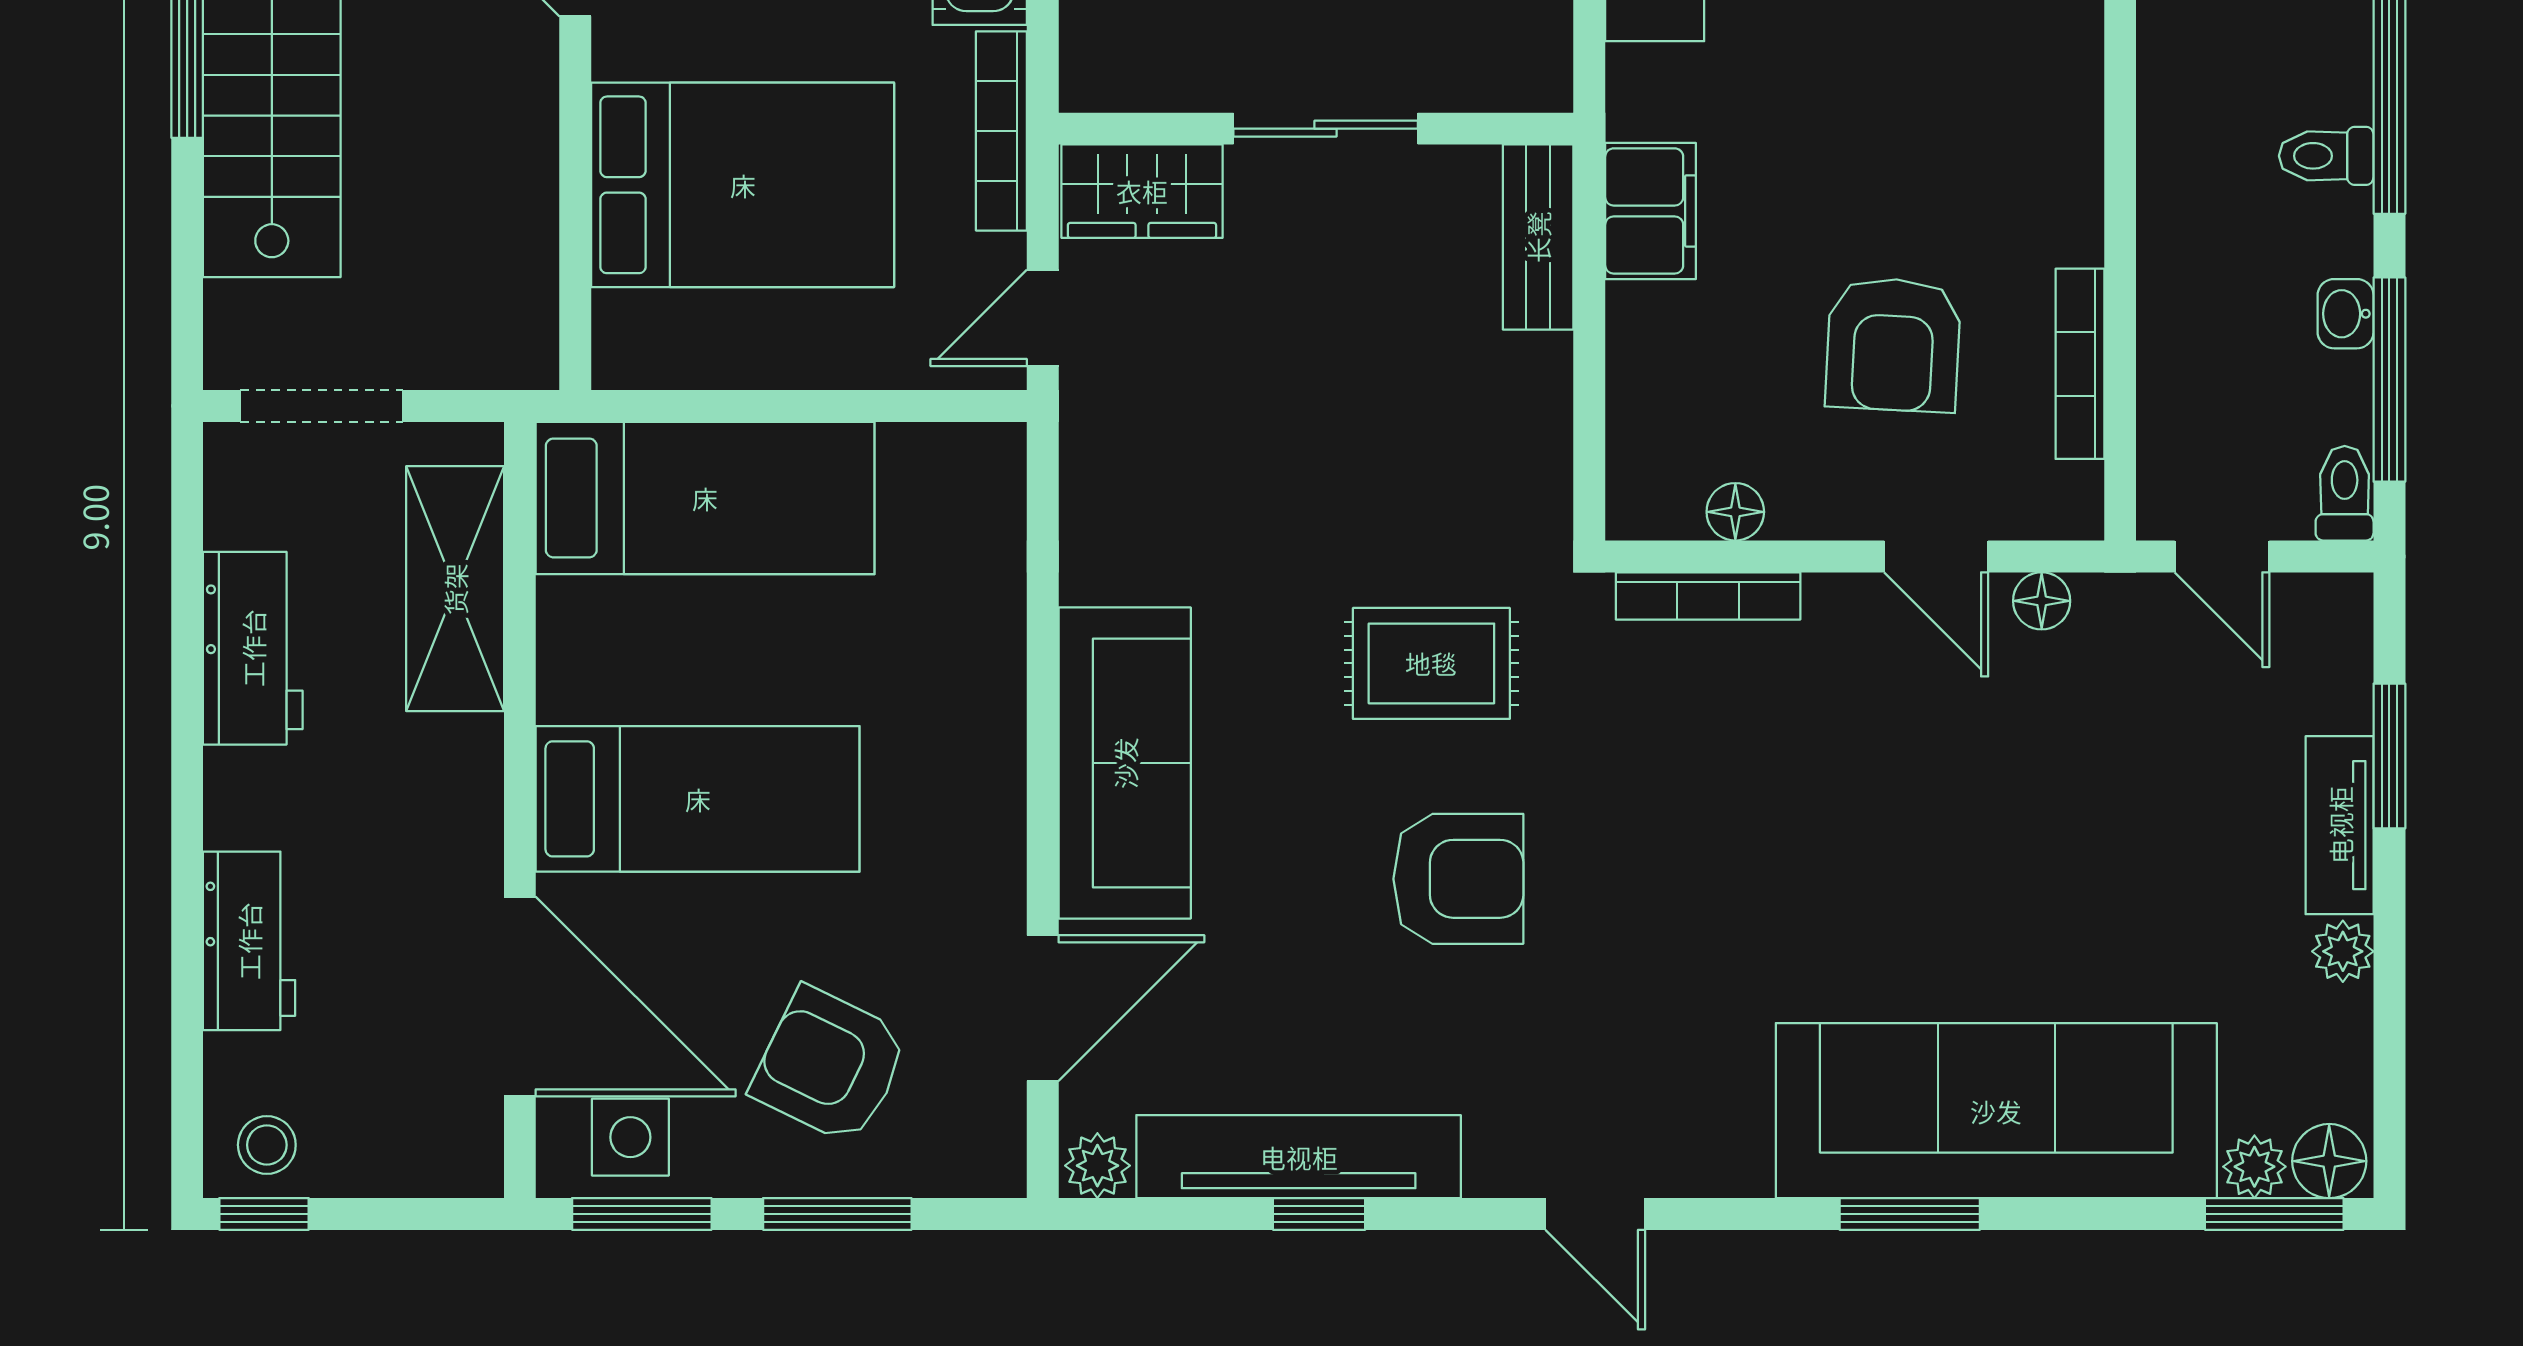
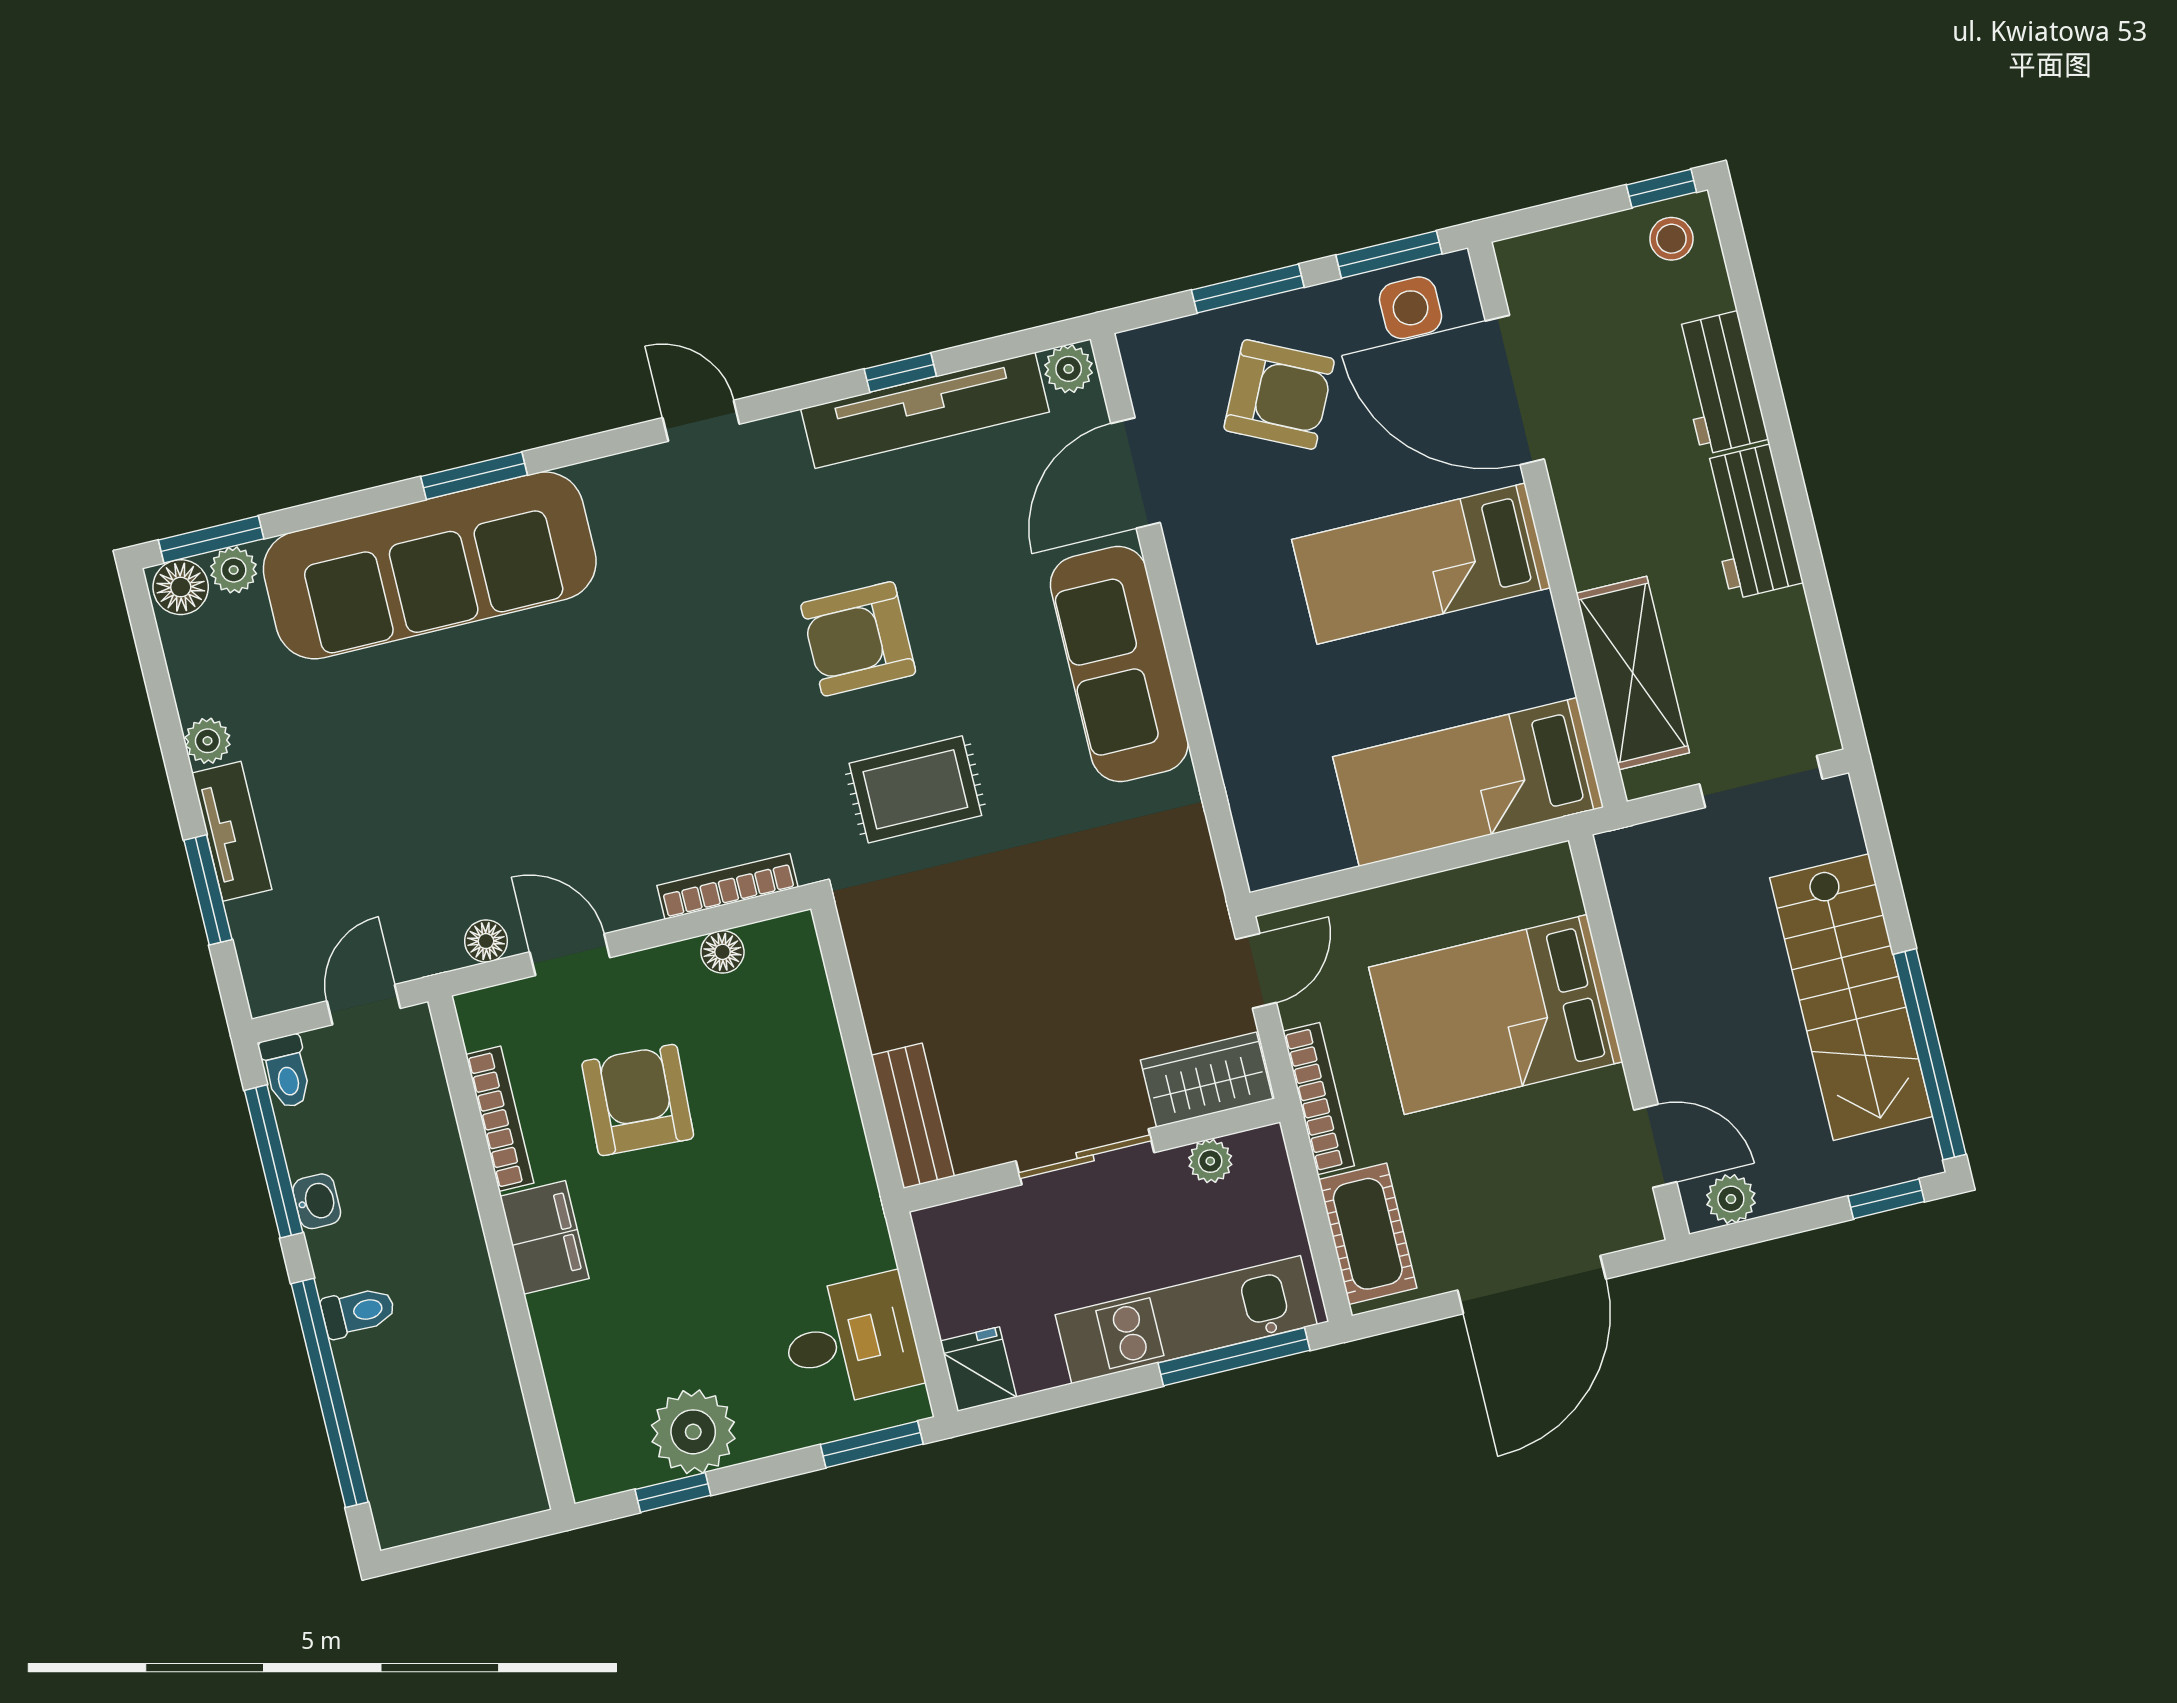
plant: (1163, 83) -> (1210, 1161), added
filing cabinet: (1651, 211) -> (544, 1237), moved, turned 180
door: (2222, 556) -> (364, 1005), hinge flipped
workbench: (253, 648) -> (1751, 522), moved

